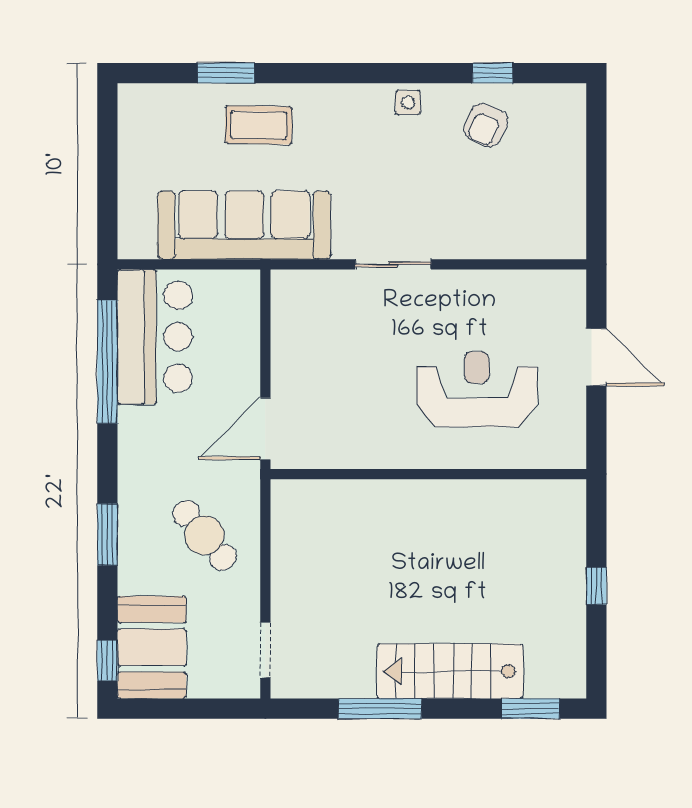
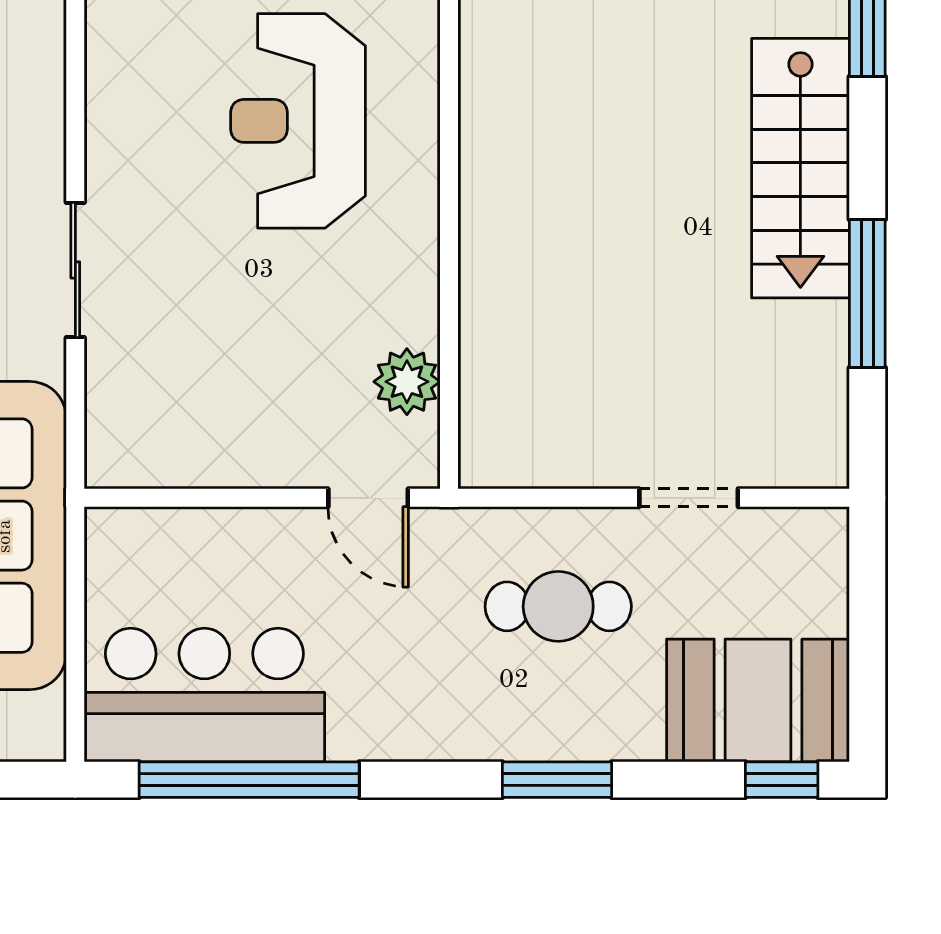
door: (265, 429) -> (368, 498), width x0.73
plant: (330, 450) -> (407, 382), added
cafe table: (204, 535) -> (558, 606), turned 40
doorway: (265, 650) -> (689, 498), moved

